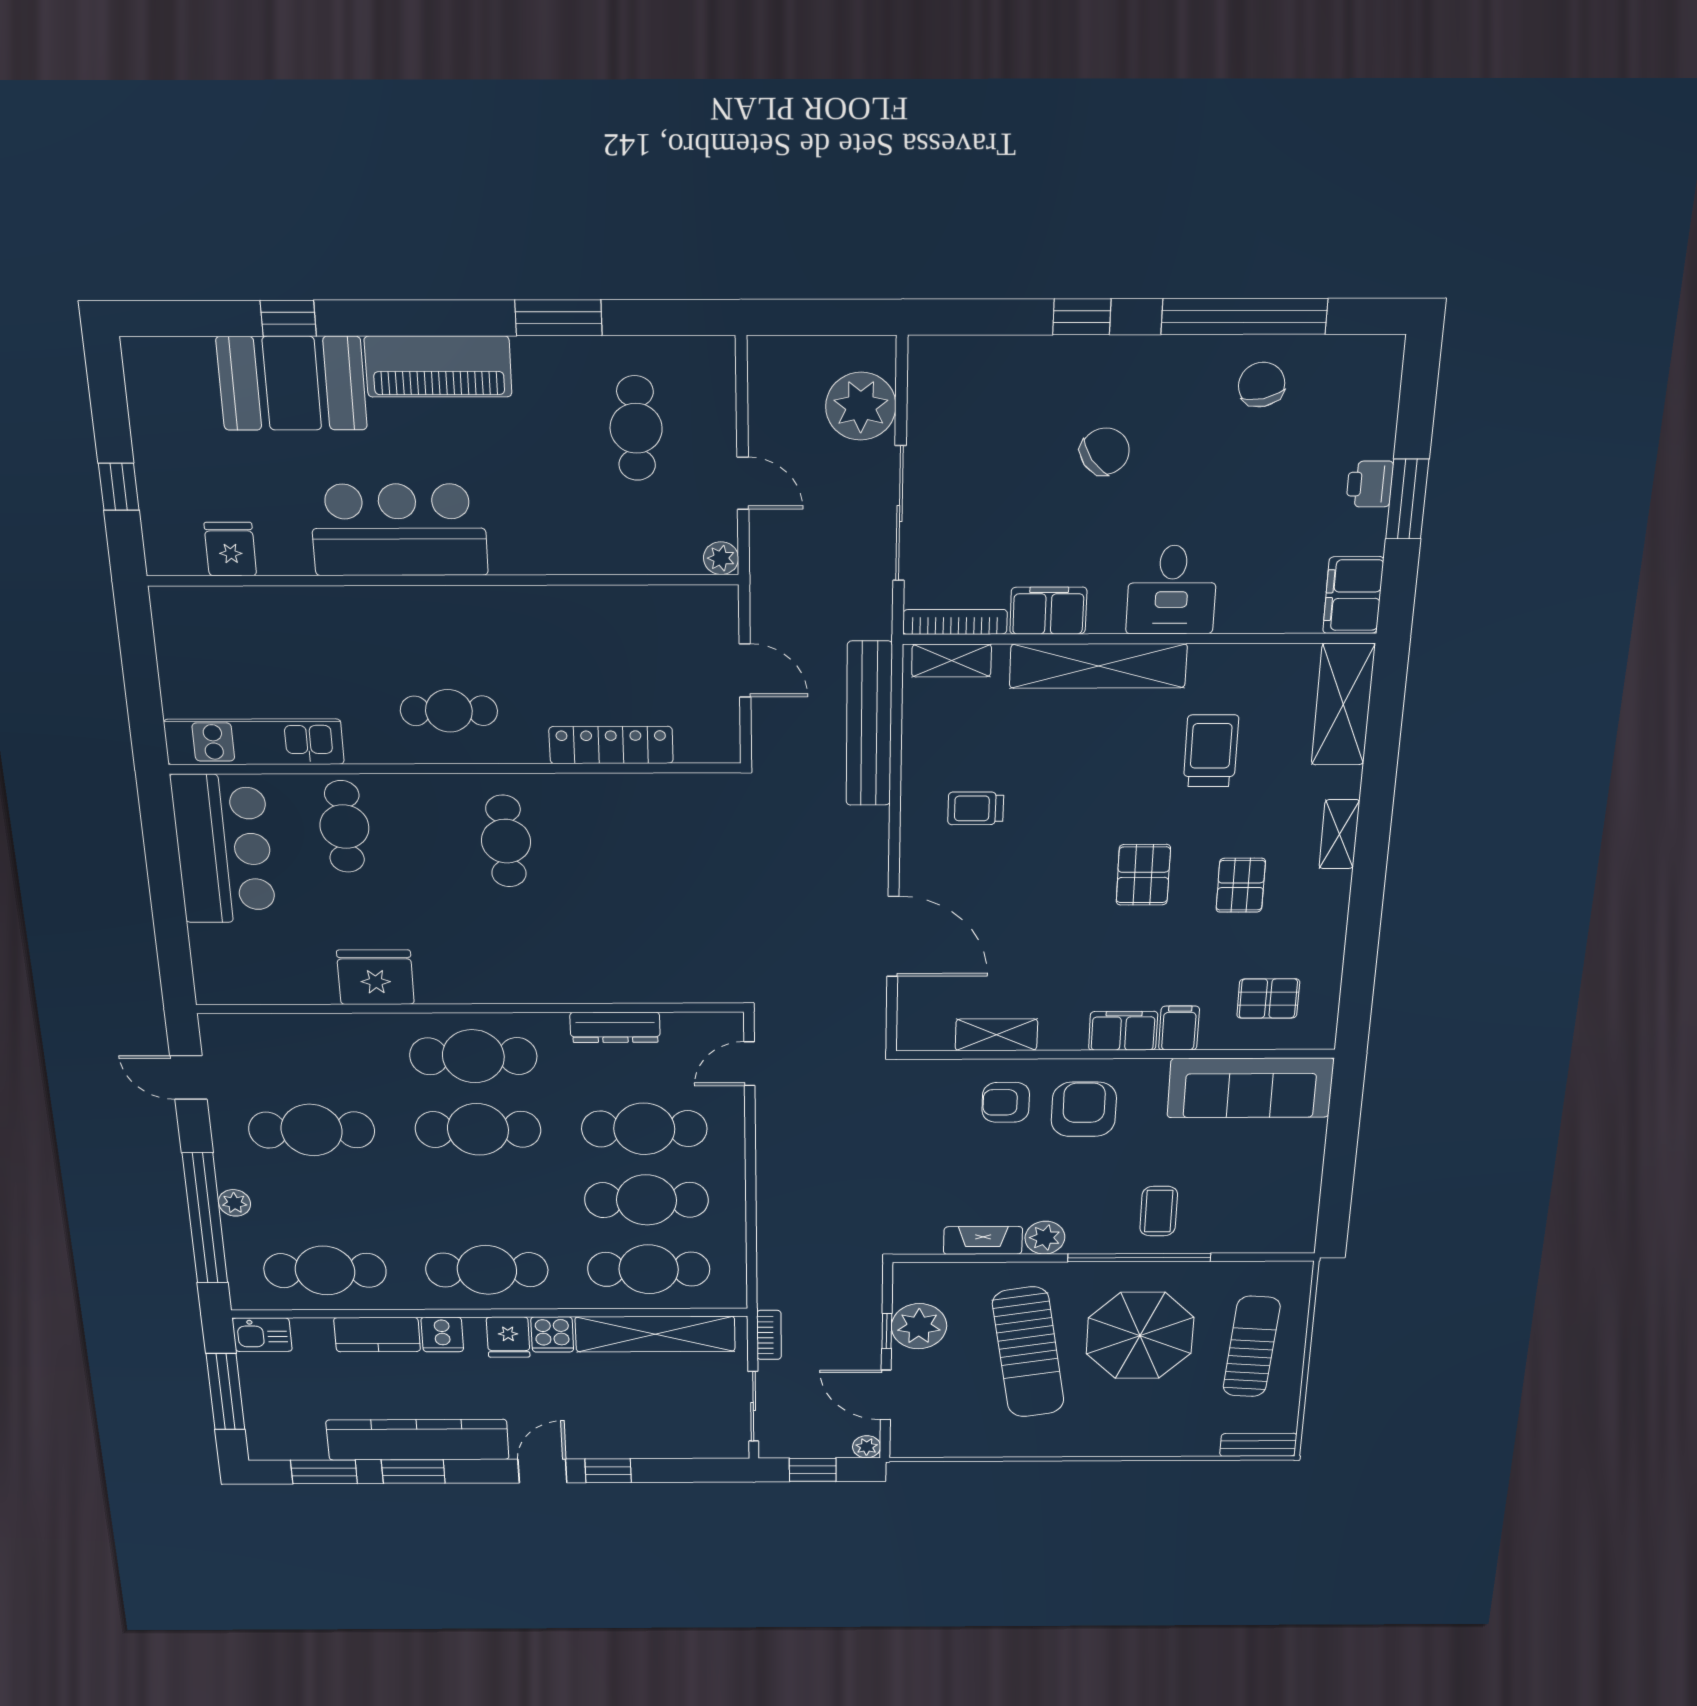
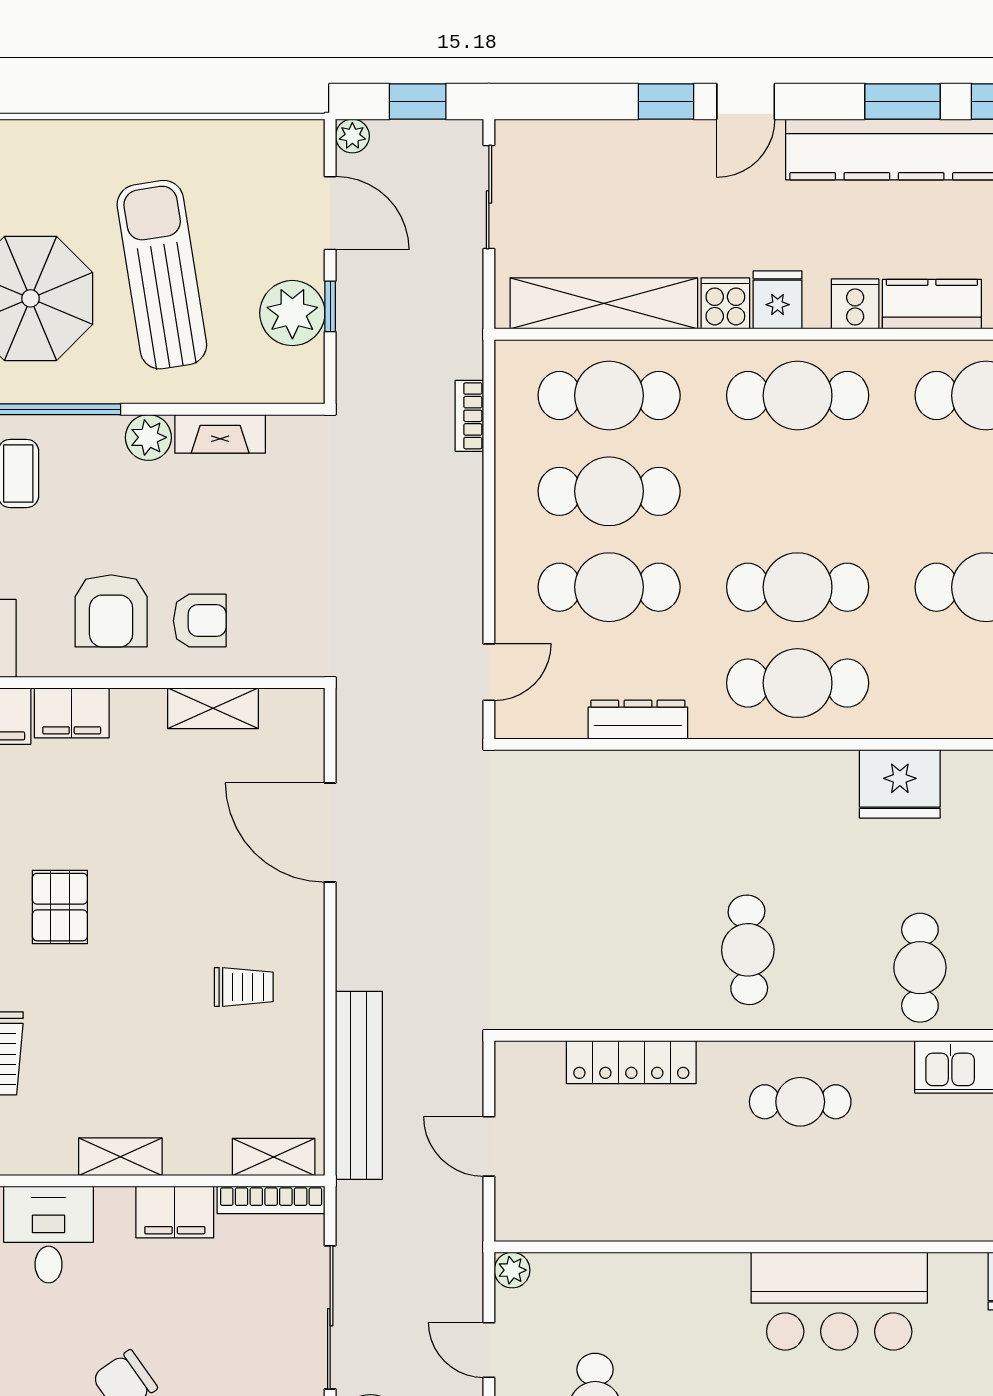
shelving: (1098, 666) -> (120, 1157), width x0.45, depth x0.75
bookcase: (769, 1335) -> (469, 416), moved

